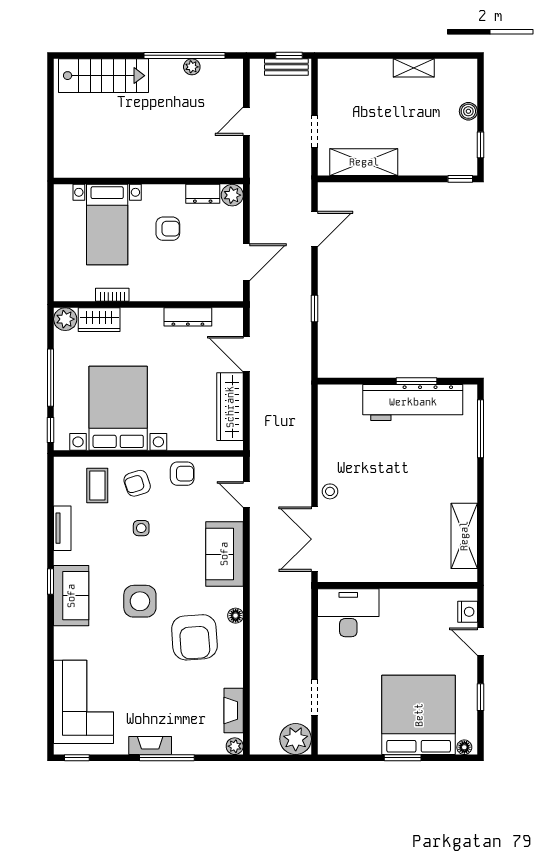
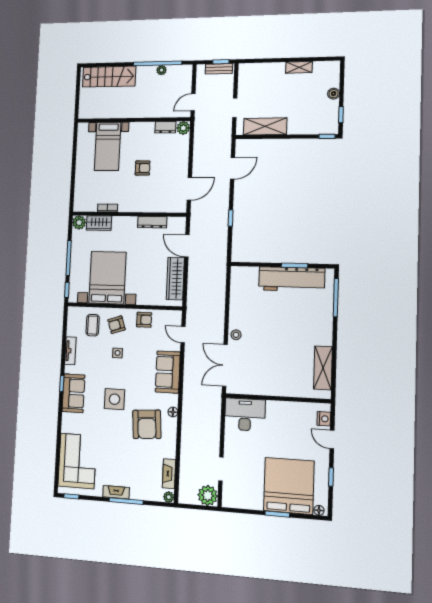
wall: (148, 181) -> (133, 120), moved
dresser: (203, 194) -> (165, 127), moved
plant: (232, 195) -> (183, 128), moved
bed with nightstands: (107, 225) -> (108, 146), moved

